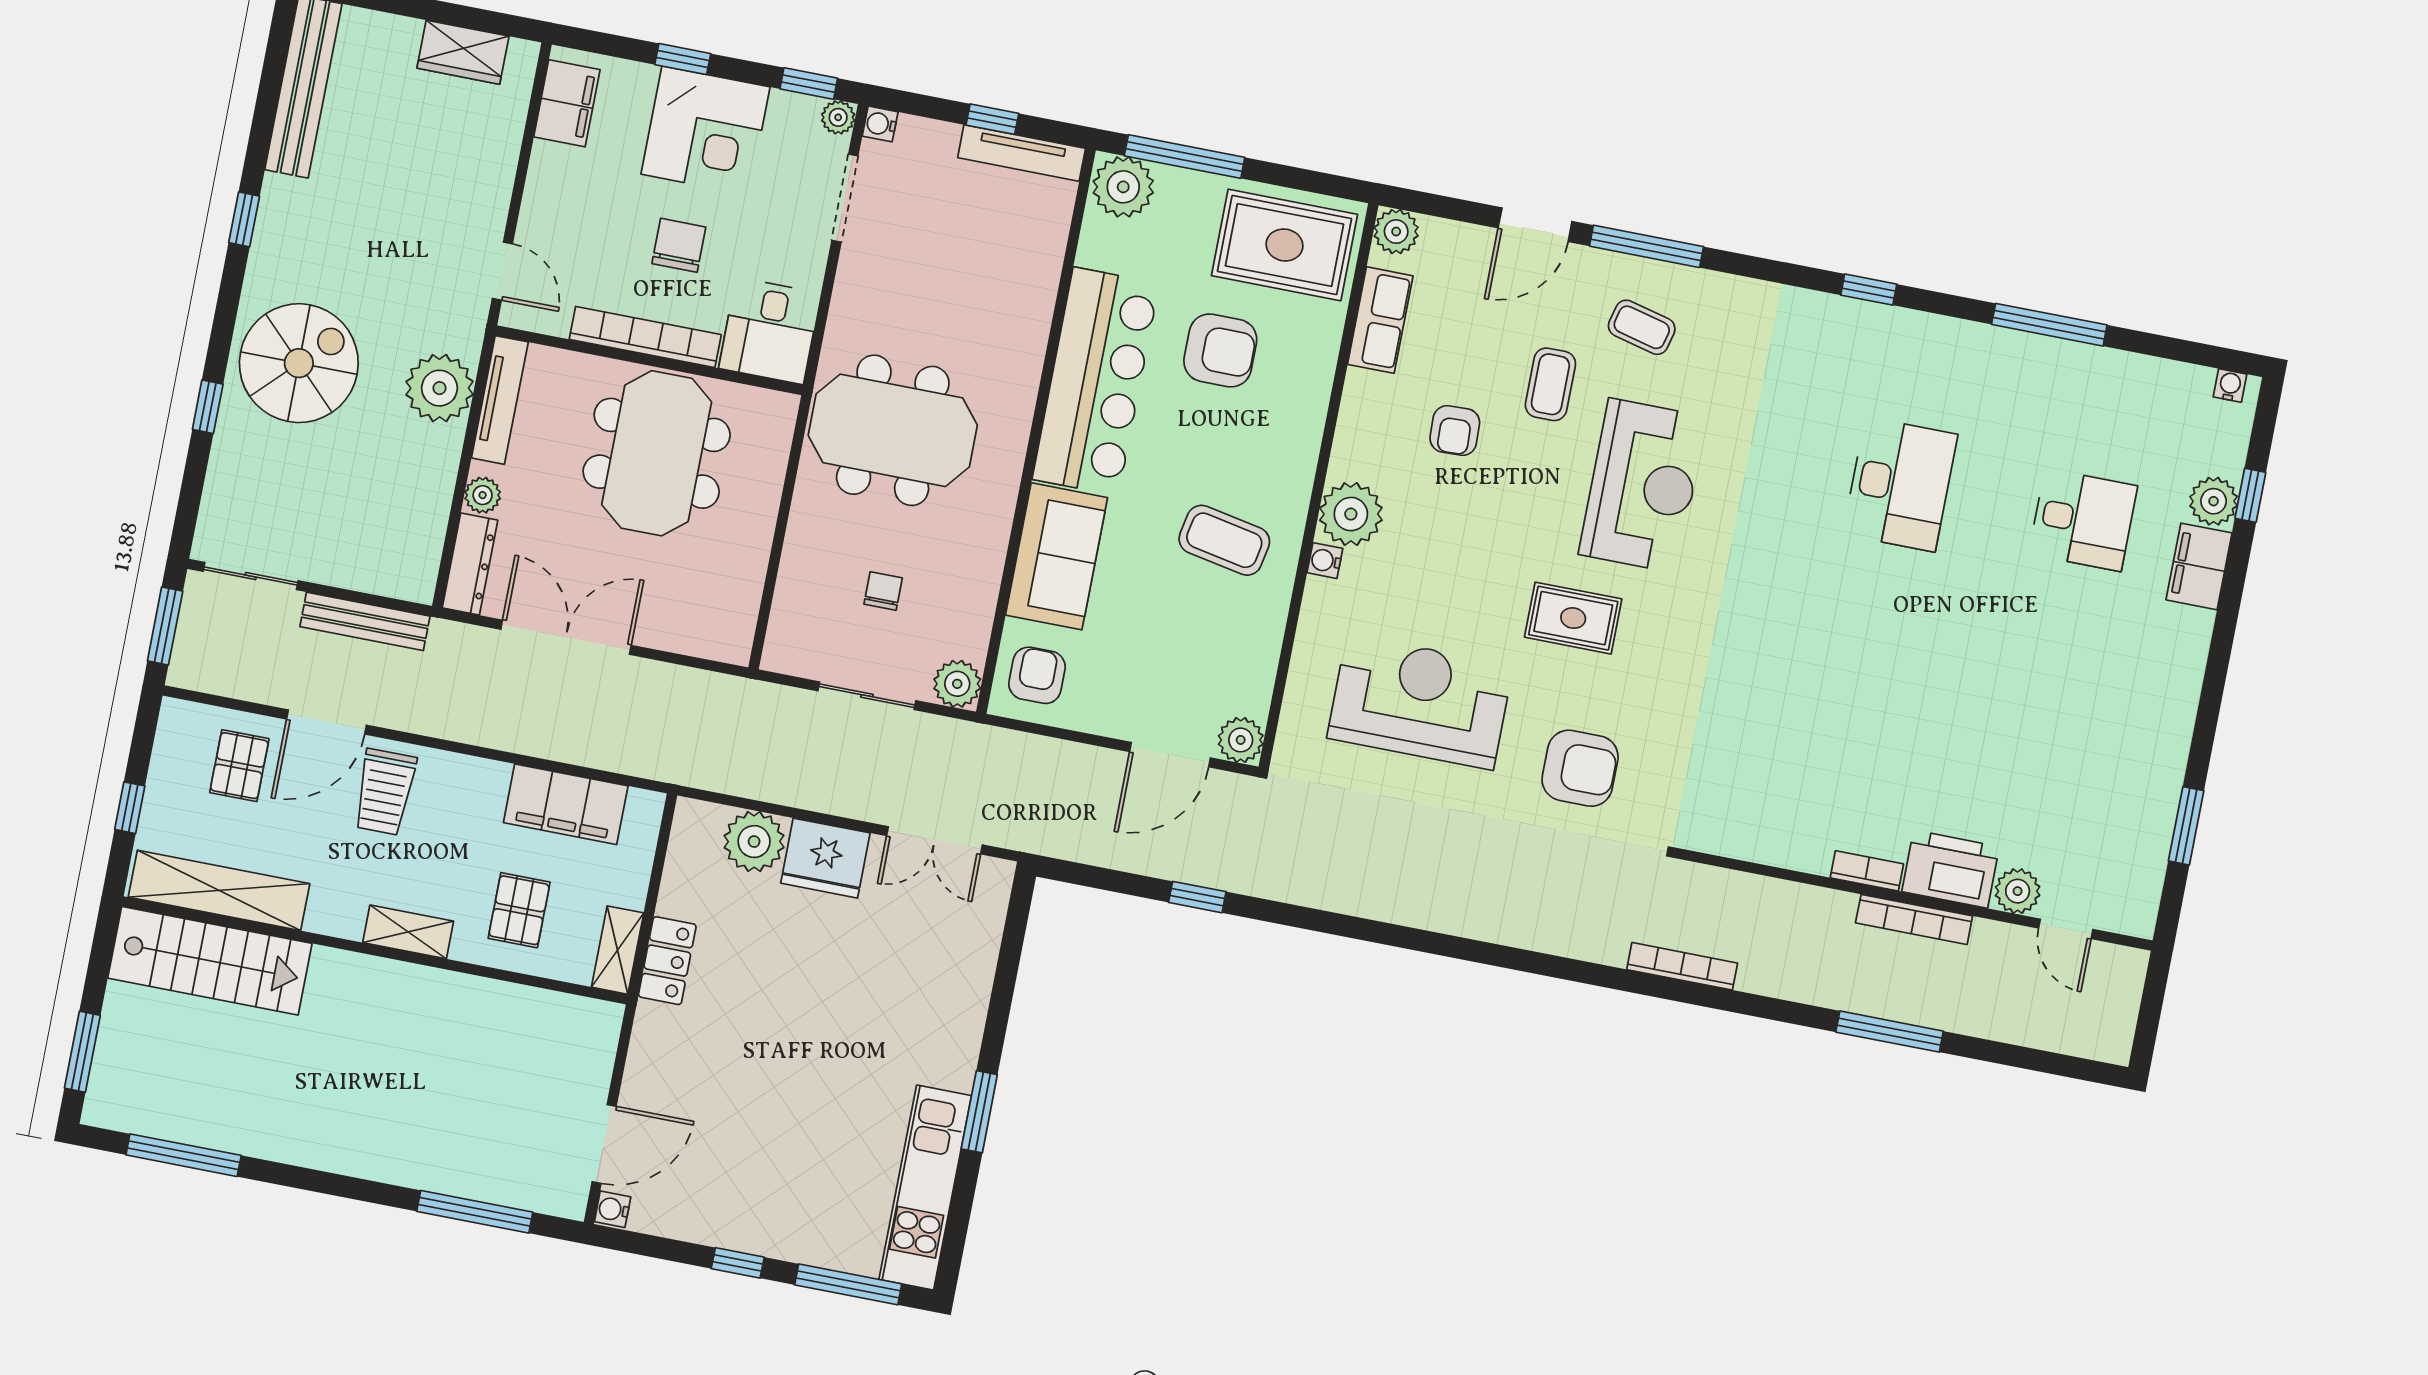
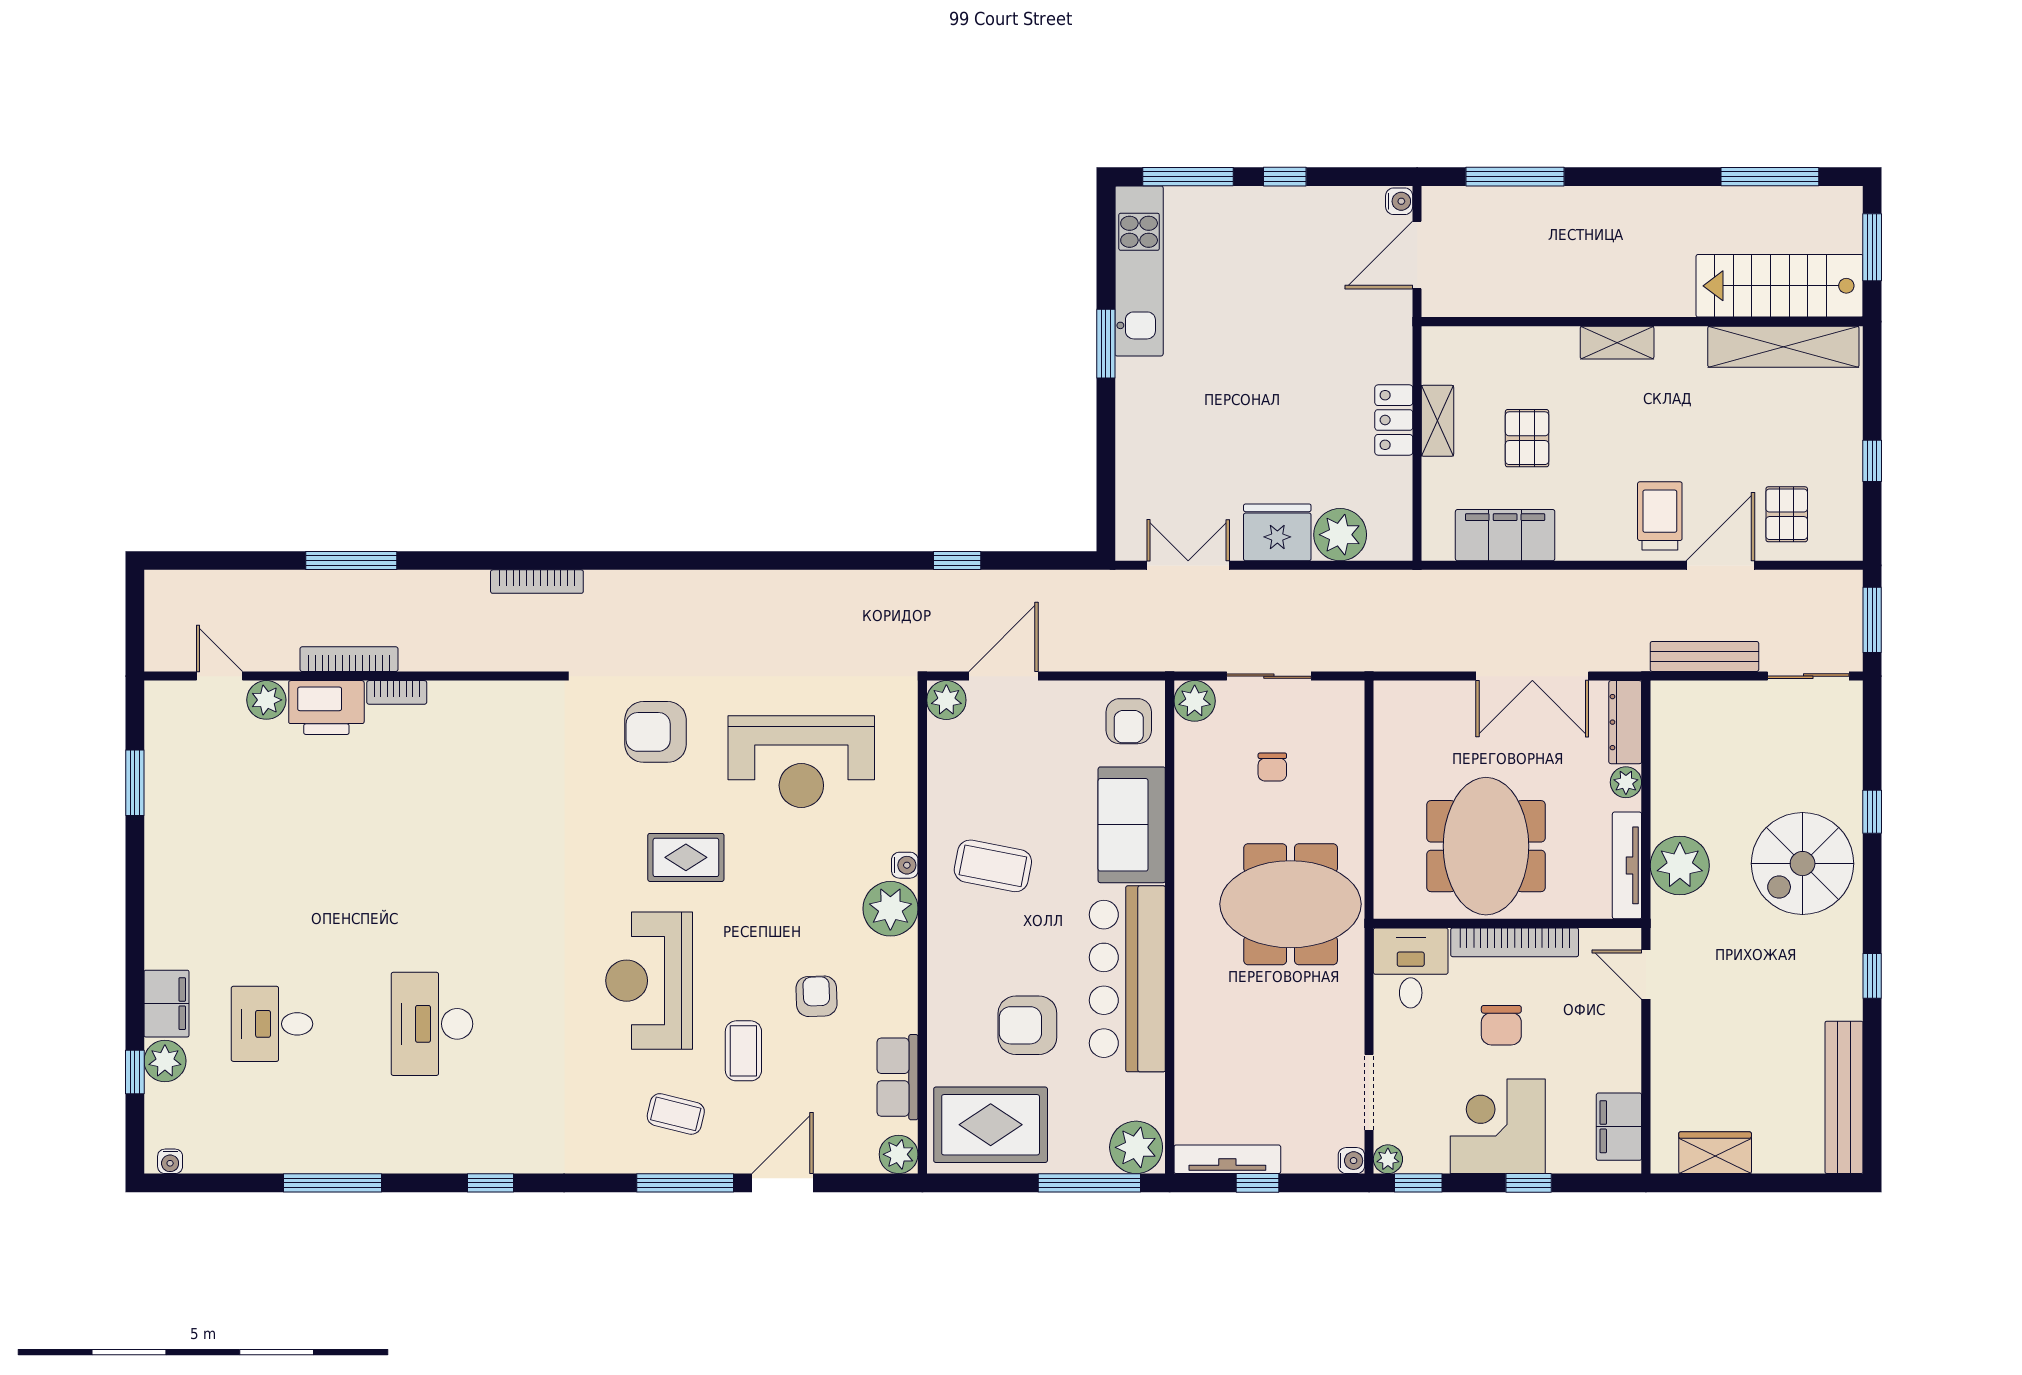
shelving: (219, 890) -> (1783, 347), moved
shelving: (408, 932) -> (1617, 343), moved
wall: (375, 950) -> (1642, 322), moved
stairs: (210, 961) -> (1780, 286), moved

